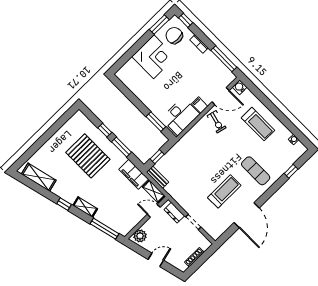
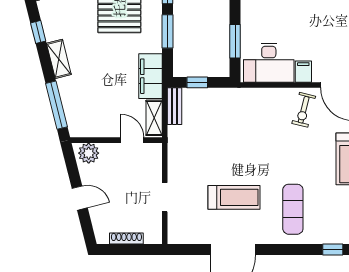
dresser: (174, 213) -> (154, 165), removed

